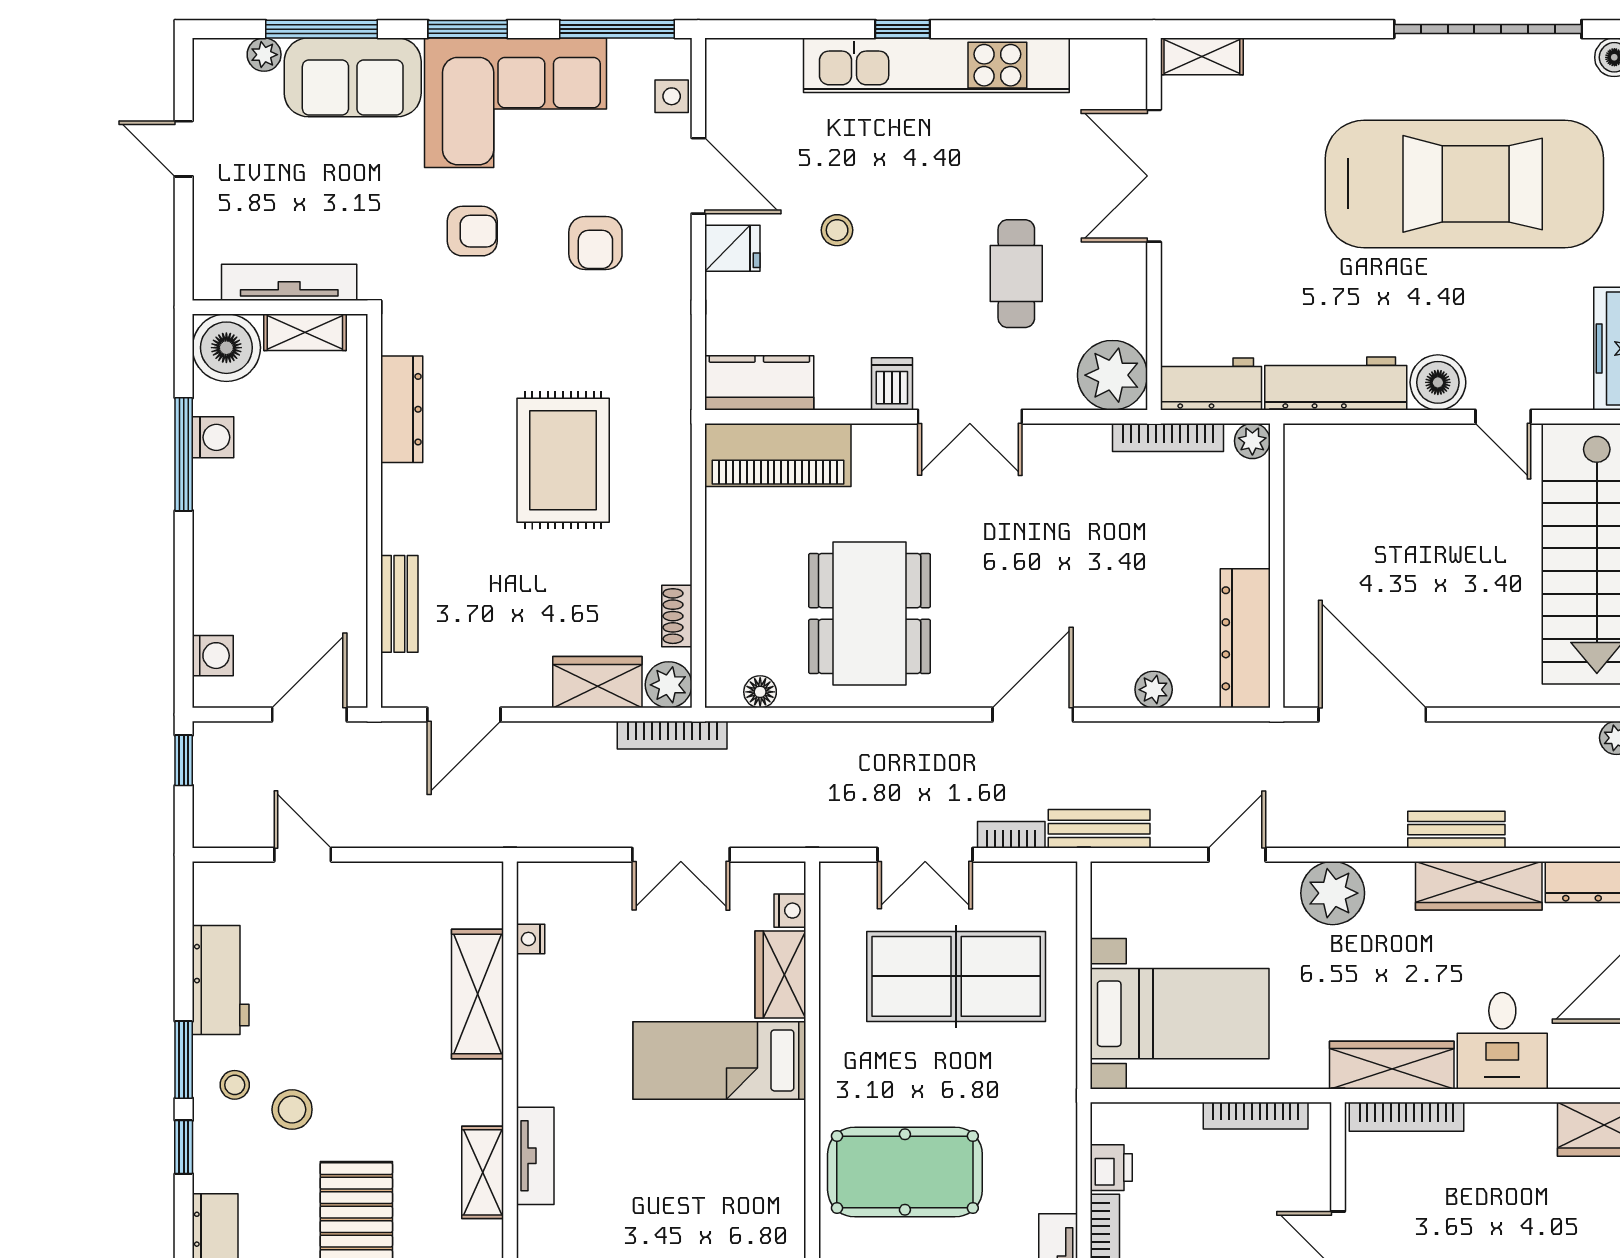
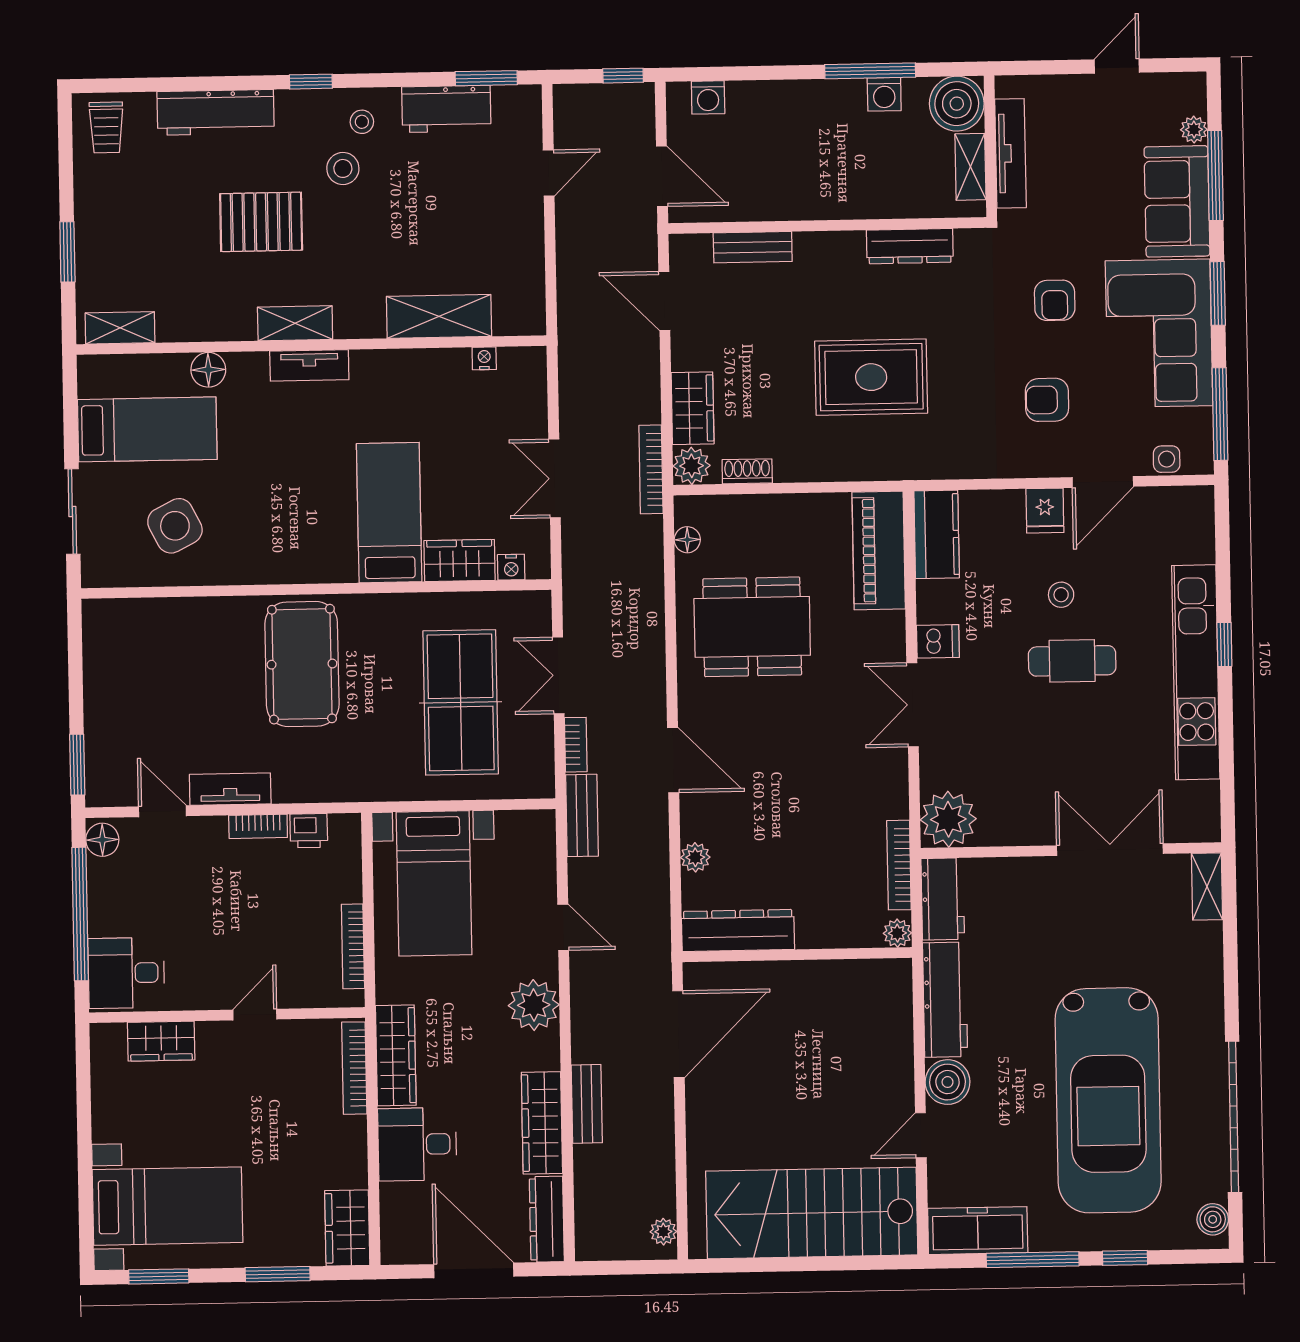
cafe table: (1016, 274) -> (1072, 661), moved
window: (184, 1060) -> (486, 78), moved

